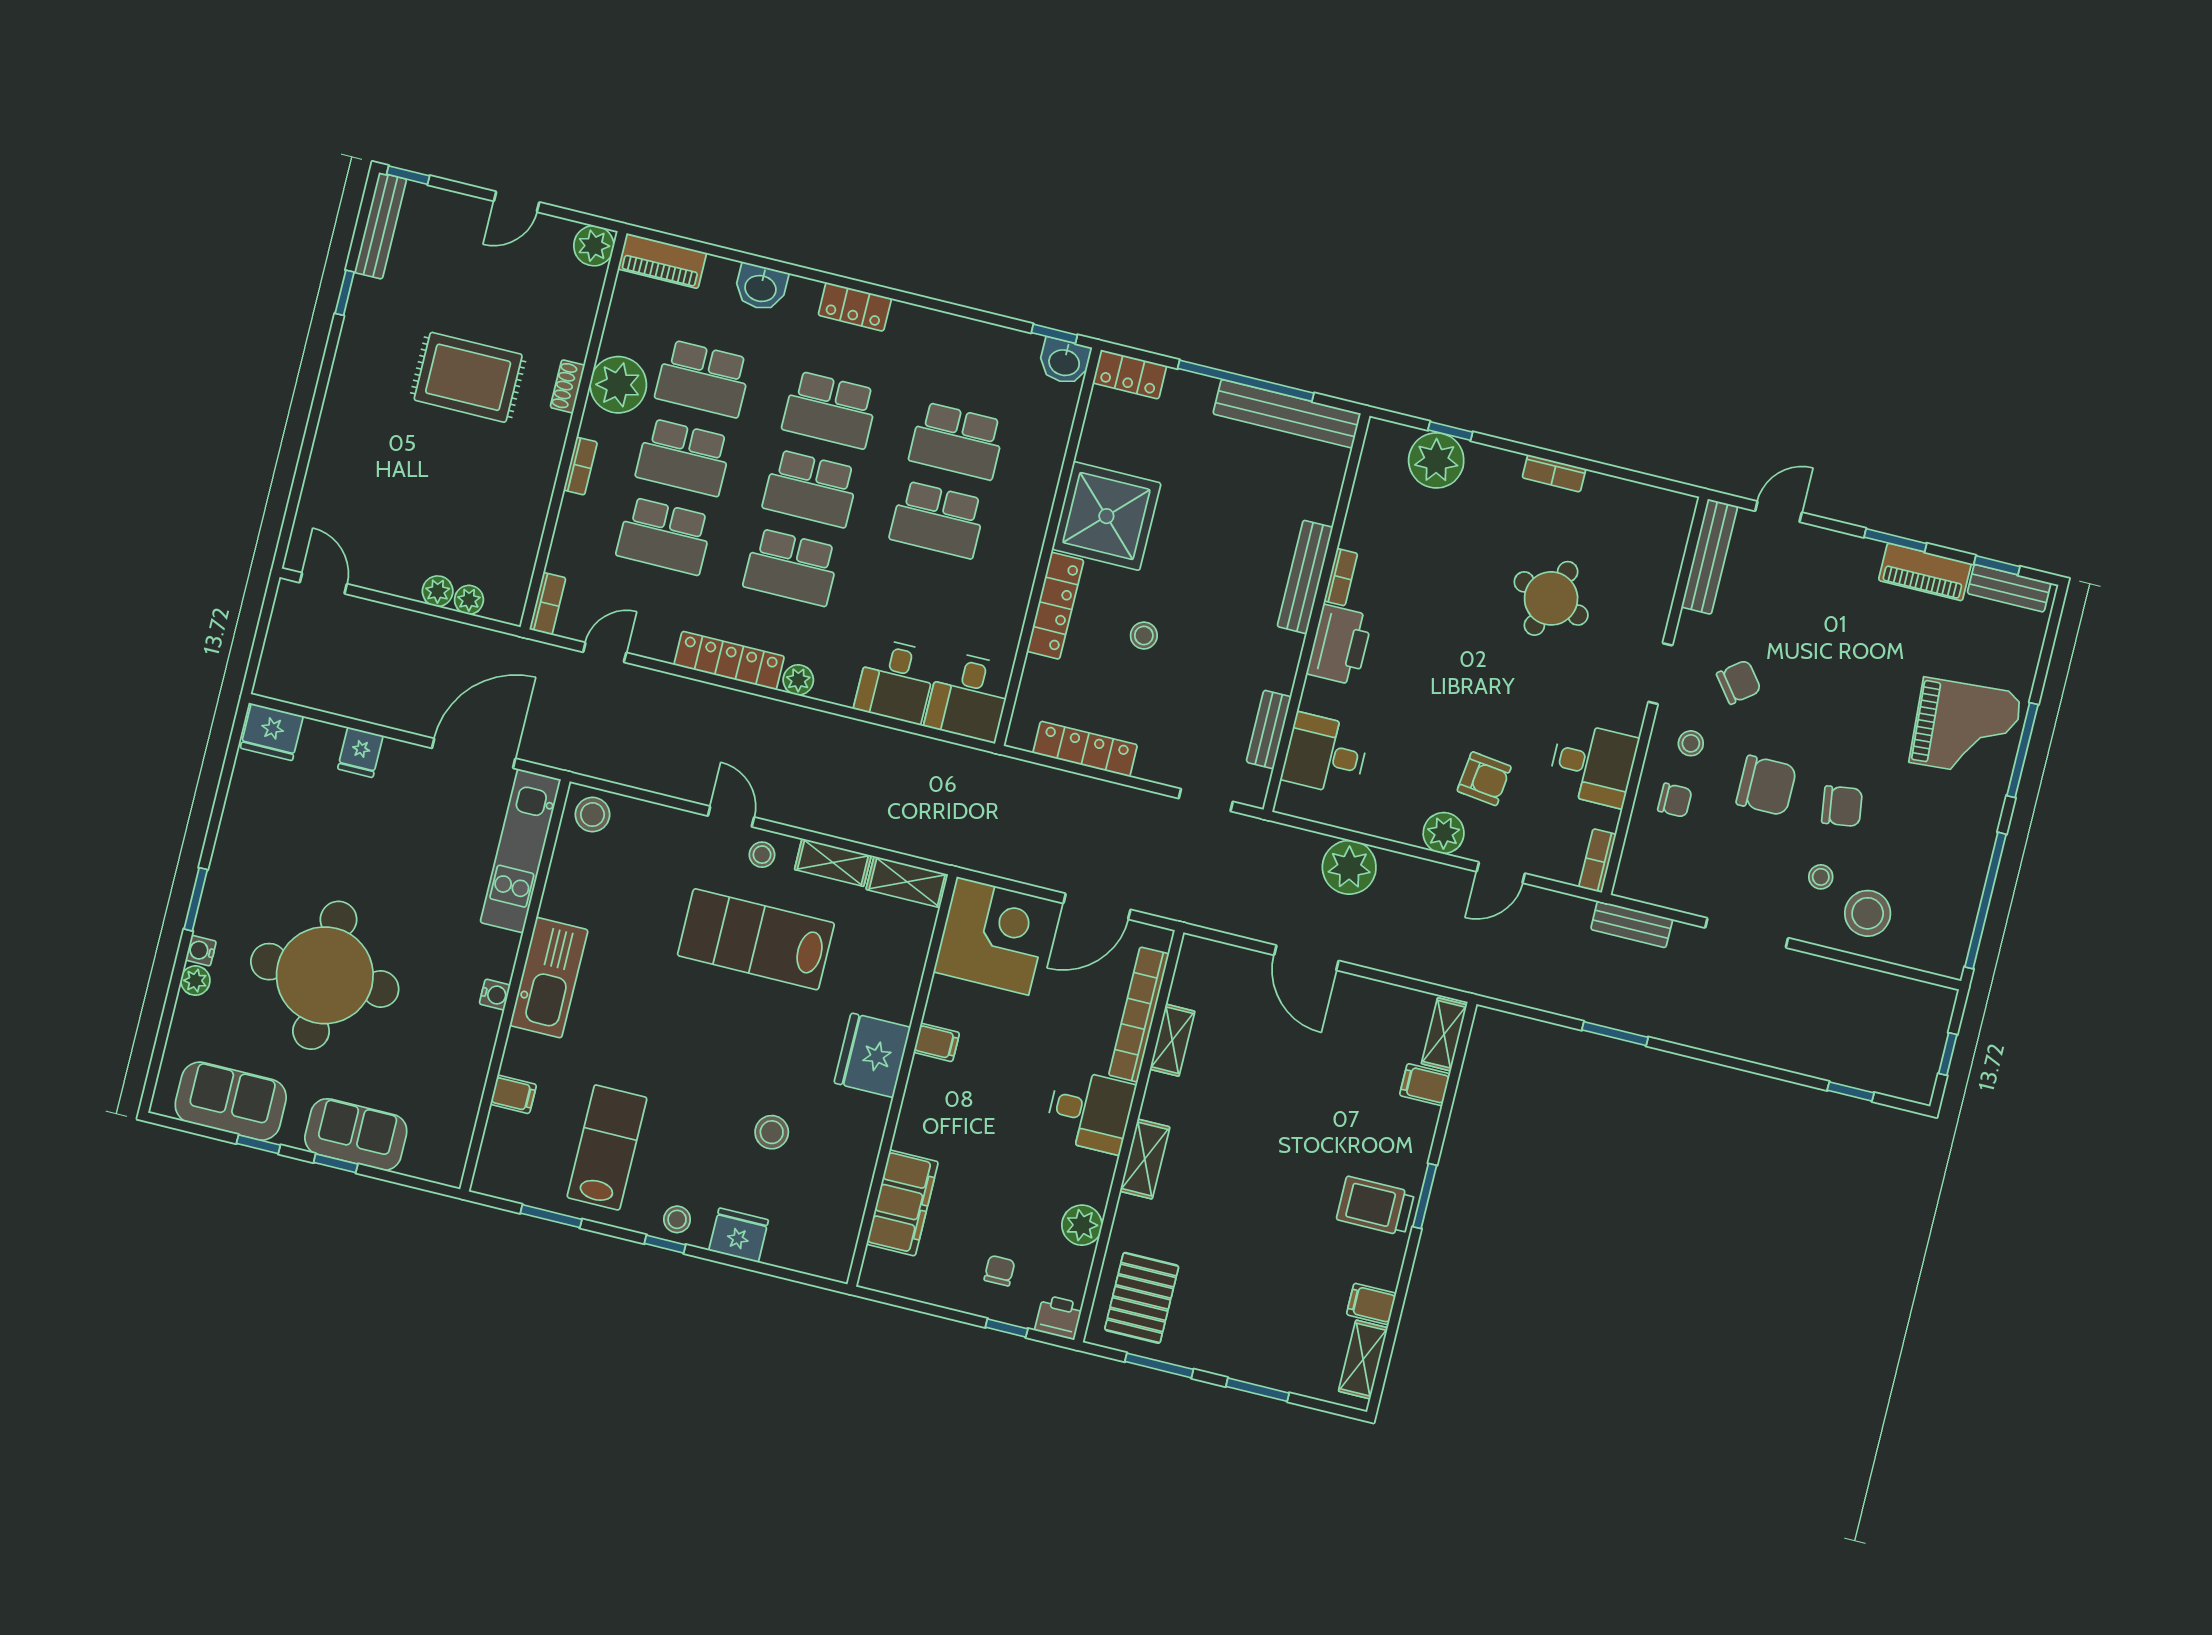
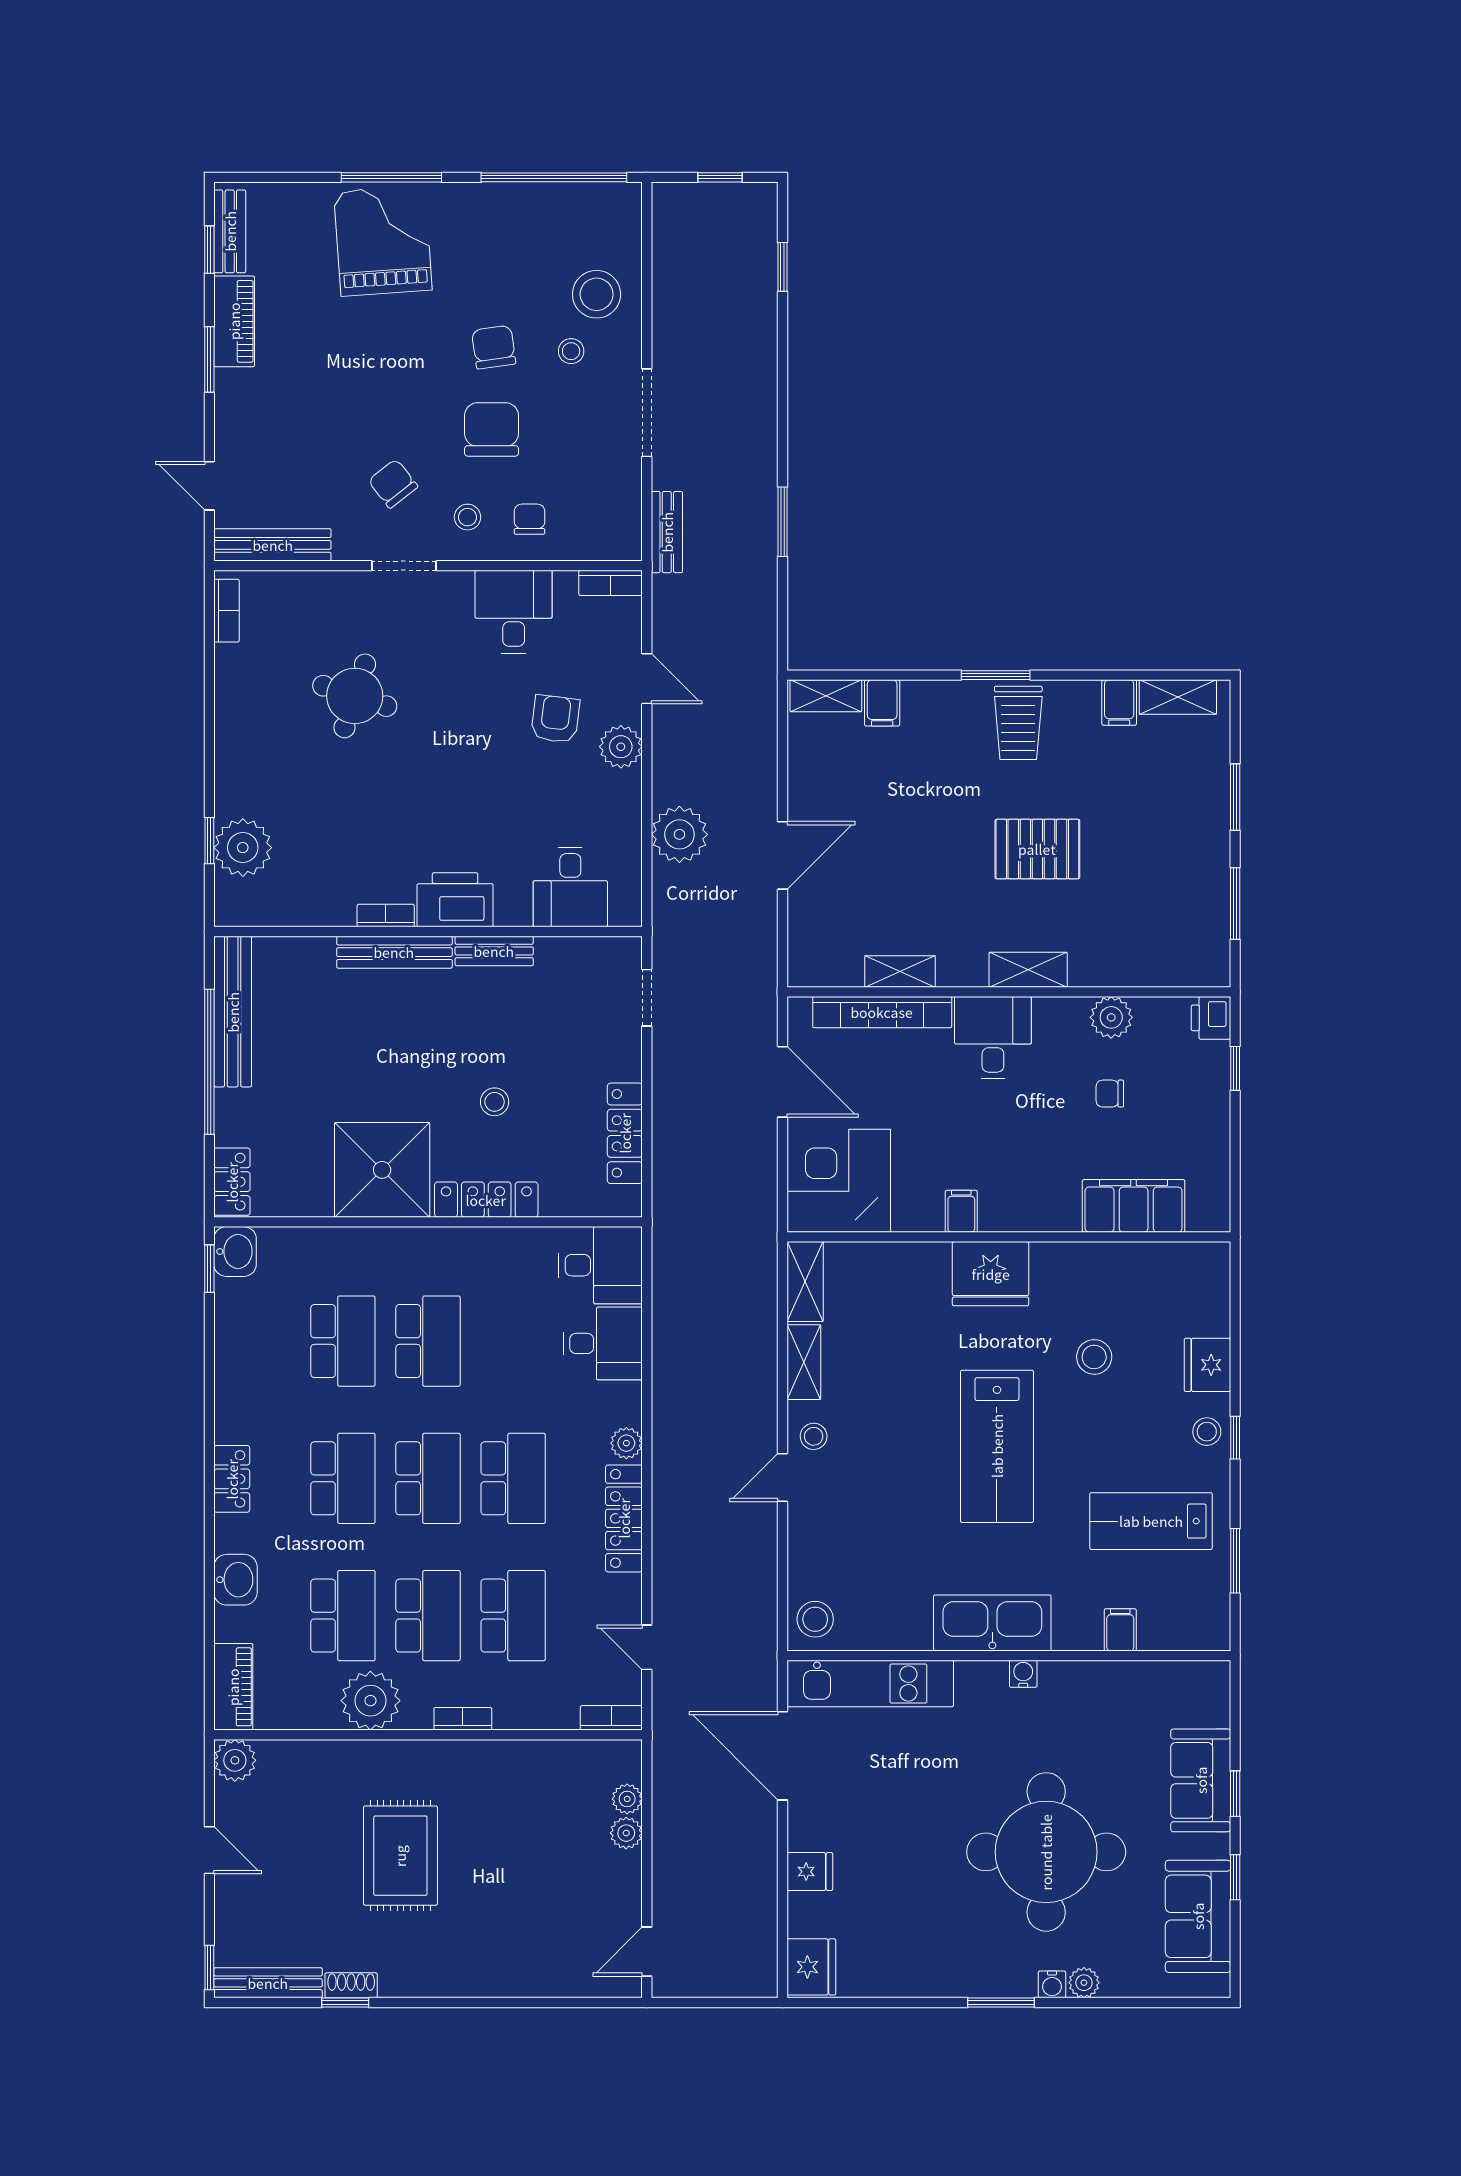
shoe rack: (568, 386) -> (351, 1985), moved, turned 180
bookcase: (1554, 473) -> (226, 611), moved
bench: (1269, 729) -> (494, 951), moved
lab bench: (756, 939) -> (997, 1446), moved
chair: (999, 1271) -> (1110, 1094), moved
pallet: (1142, 1298) -> (1037, 849), moved

